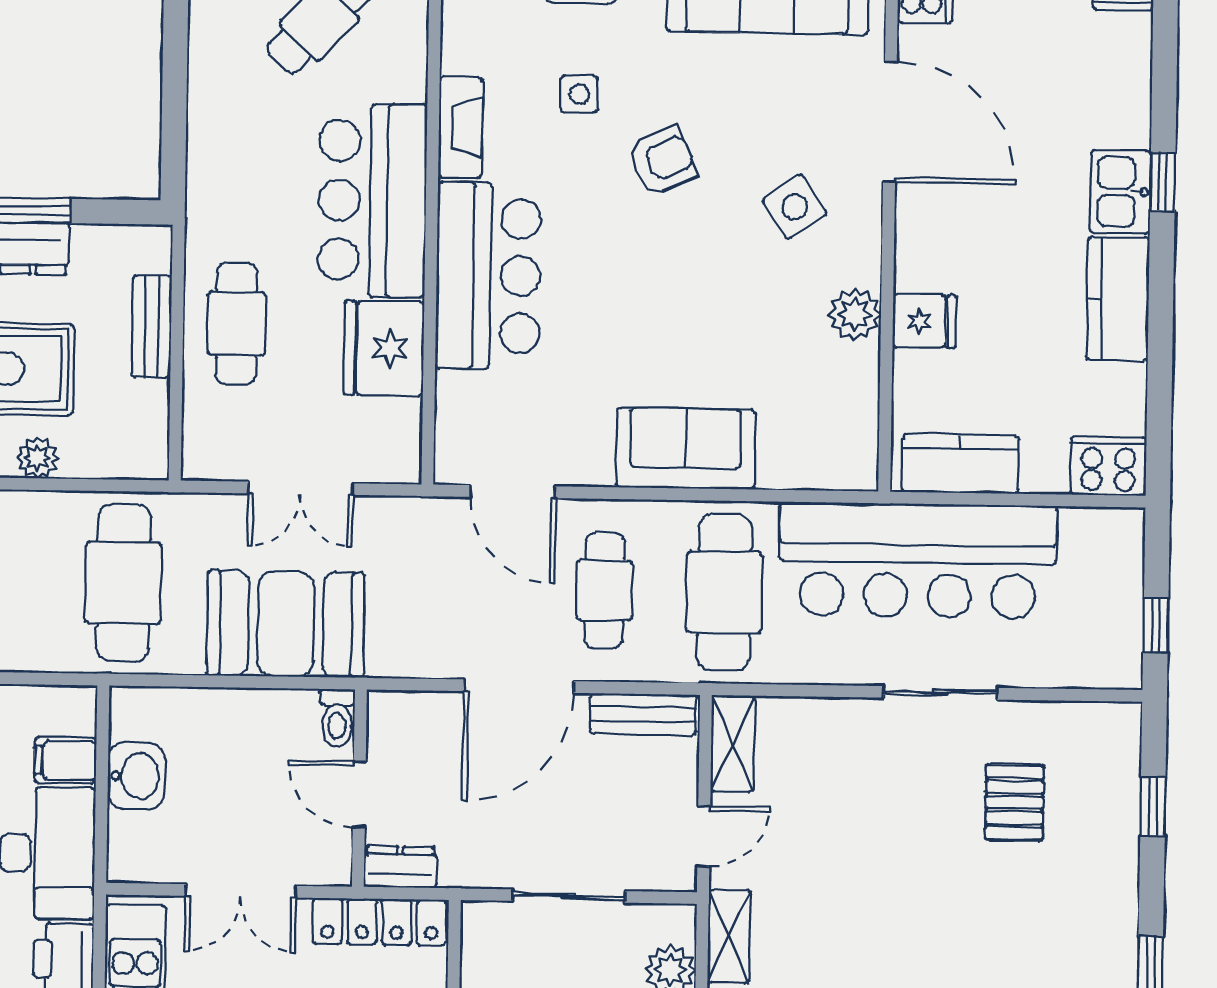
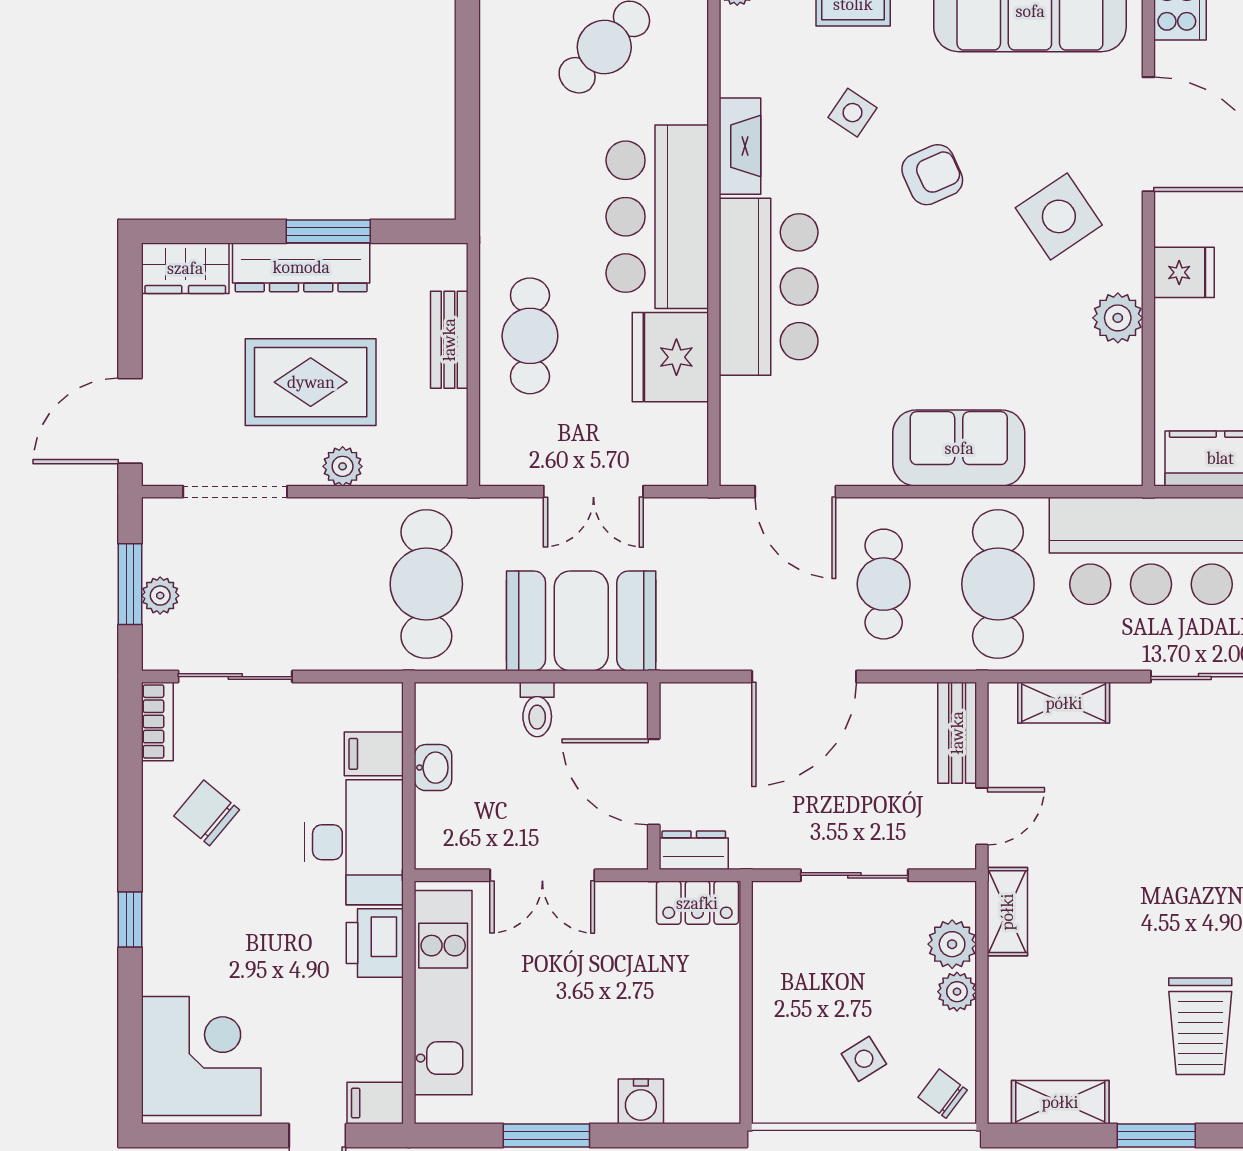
side table: (579, 94) -> (853, 113), turned 34
side table: (794, 207) -> (1059, 216), width x1.37, depth x1.37
fridge: (924, 321) -> (1184, 272), moved
bench: (643, 714) -> (957, 733), moved, turned 90
toilet: (337, 718) -> (537, 709), moved
shelving: (733, 743) -> (1064, 703), moved, turned 90
washbasin: (136, 776) -> (433, 768), width x0.72, depth x0.69
door: (359, 794) -> (654, 782), width x1.38
locker: (379, 922) -> (697, 903), width x0.66

